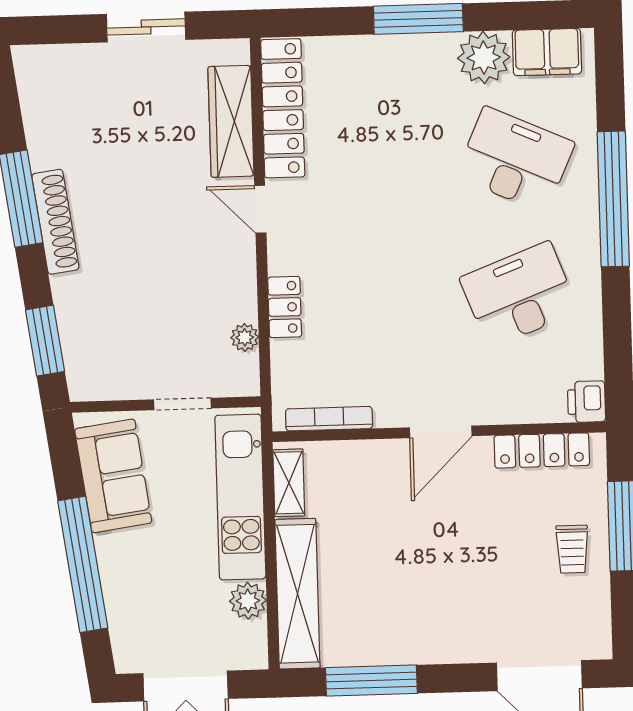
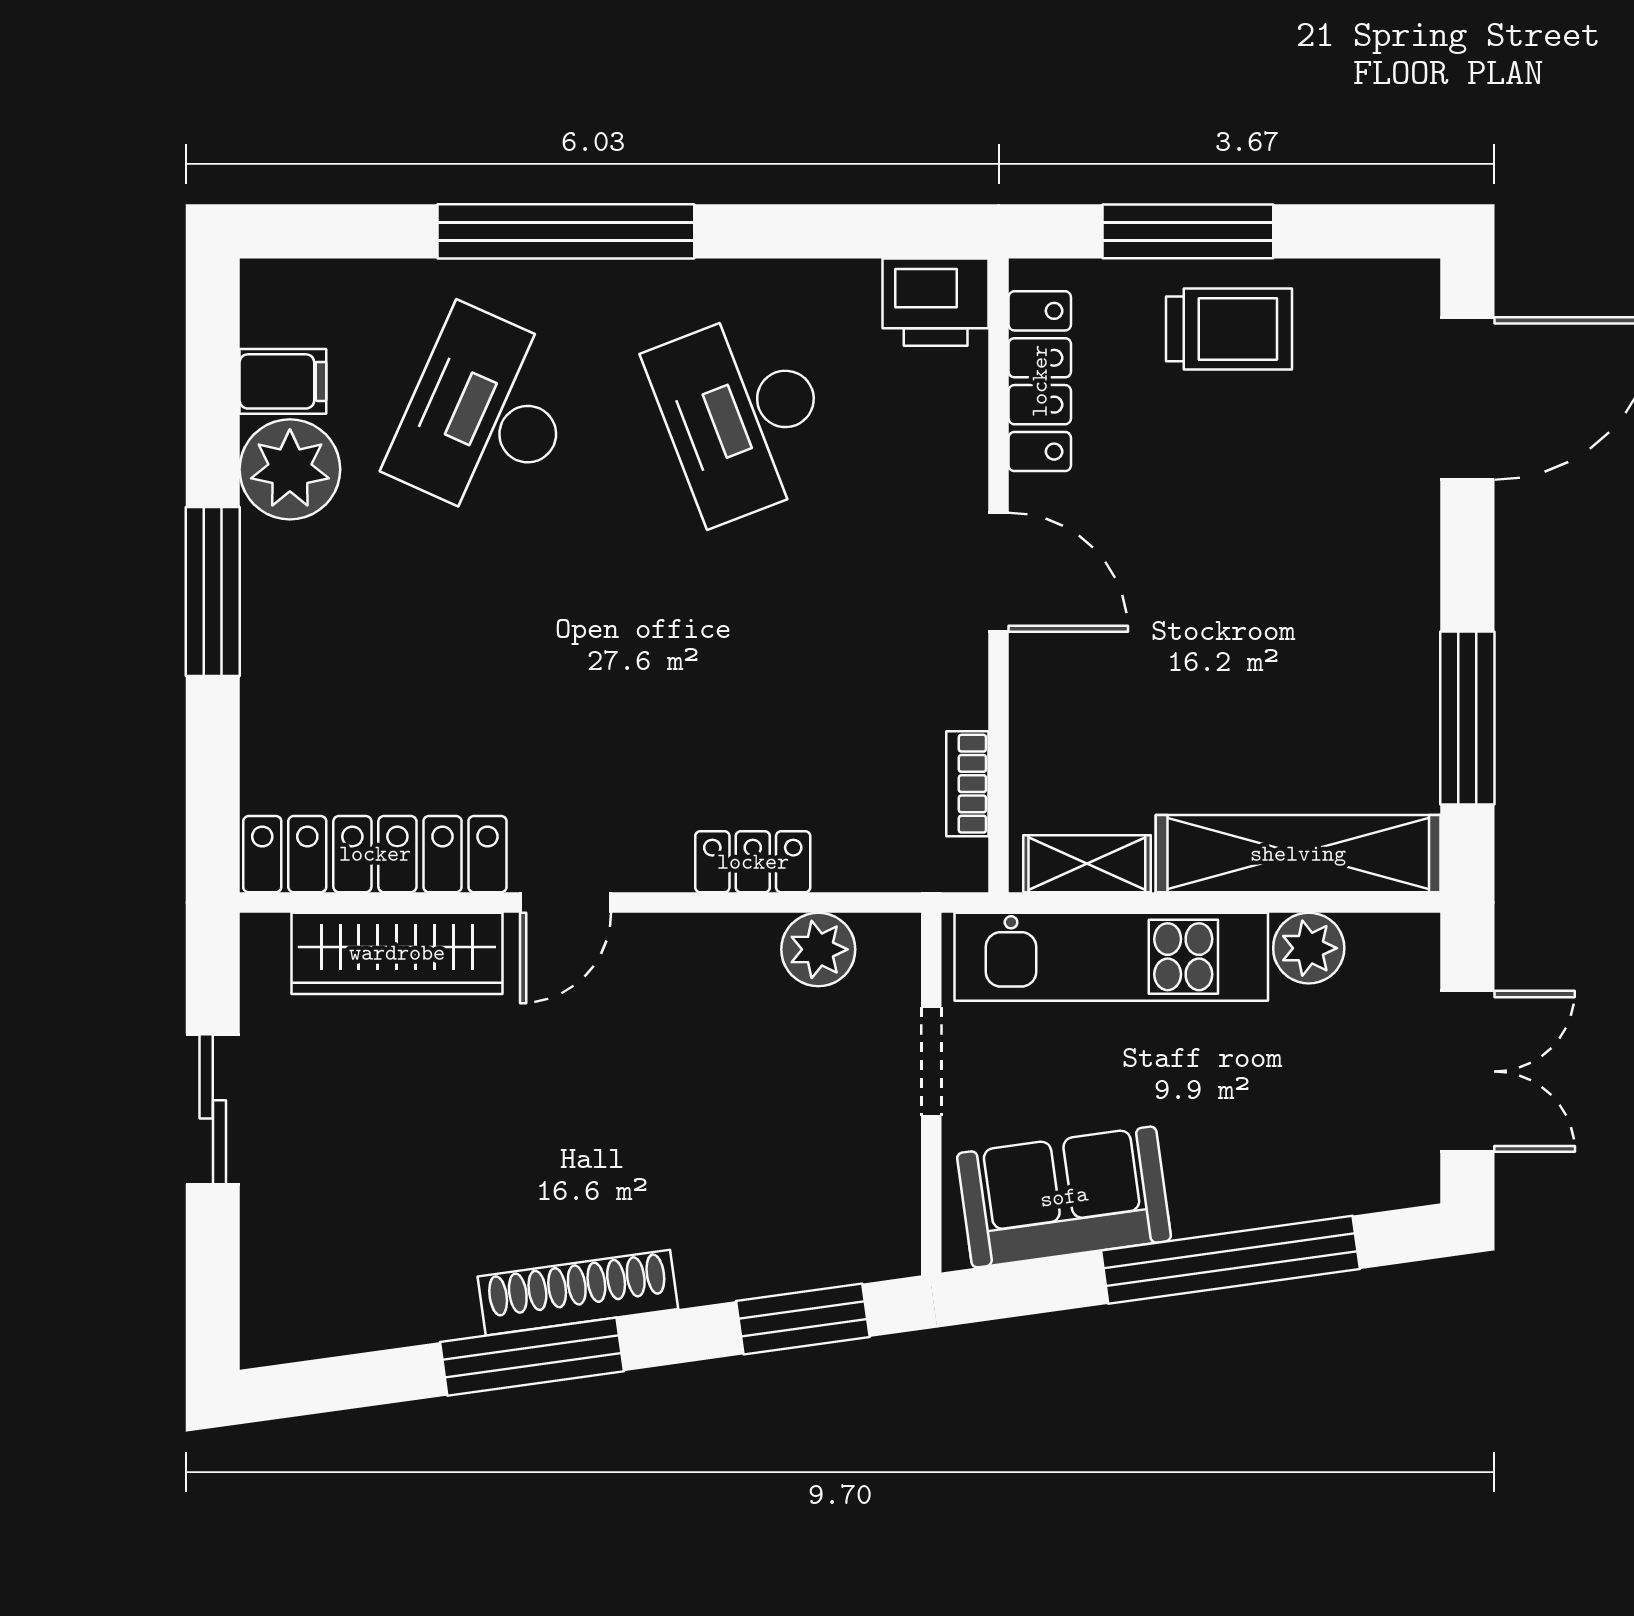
filing cabinet: (547, 52) -> (283, 381), width x0.50
plant: (245, 337) -> (818, 949), width x1.38, depth x1.38
printer: (586, 402) -> (936, 302), width x1.36, depth x1.24
bookcase: (329, 419) -> (967, 784), width x0.64
trolley: (572, 549) -> (1229, 329), width x1.36, depth x1.39

